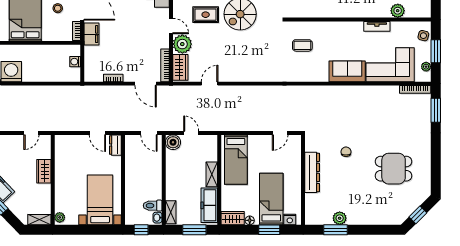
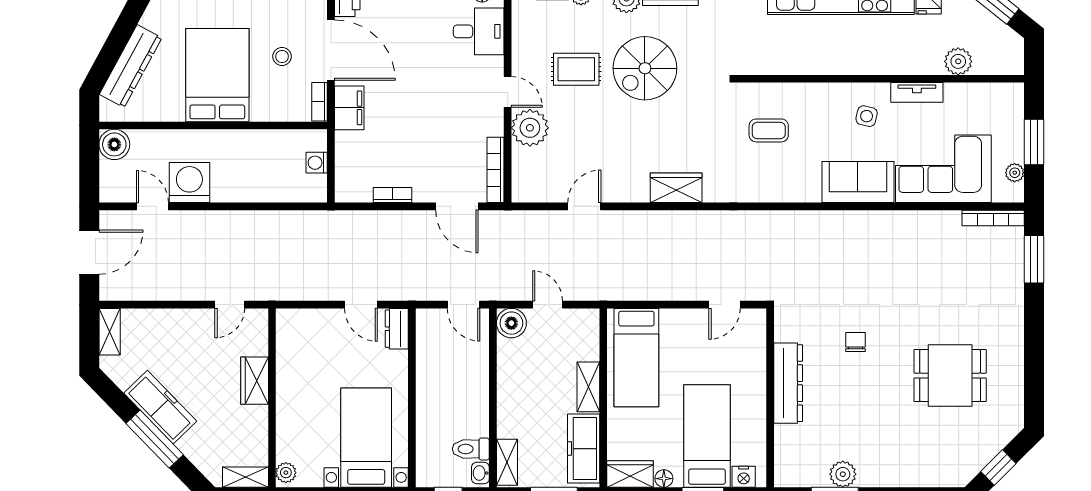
side table: (423, 36) -> (867, 116), moved
wardrobe: (180, 67) -> (676, 188), moved, turned -90

